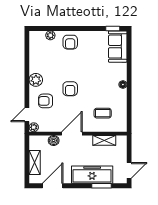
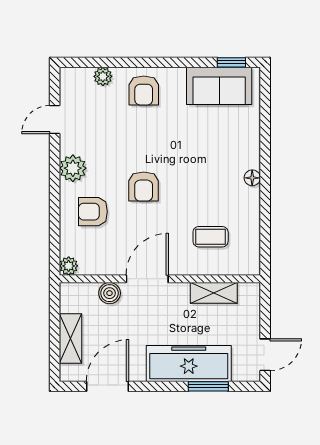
sofa: (118, 47) -> (219, 86), moved, turned -90
door: (27, 115) -> (55, 120), moved

